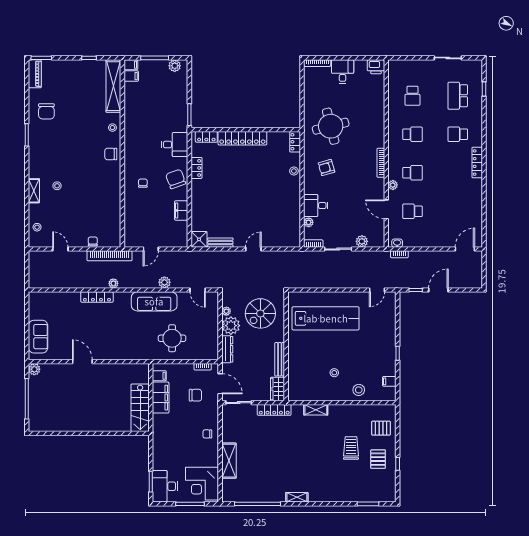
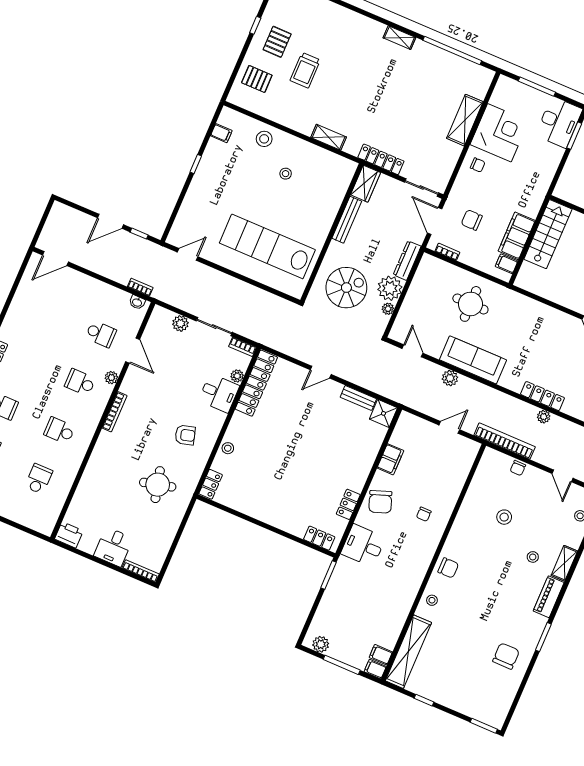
piano: (35, 74) -> (549, 597), moved
round table: (331, 126) -> (158, 485), width x0.73, depth x0.73
locker: (242, 138) -> (256, 383), moved, turned 90
stool: (88, 204) -> (504, 517), added
plant: (113, 283) -> (544, 417), moved
corner desk: (202, 484) -> (499, 133), moved

